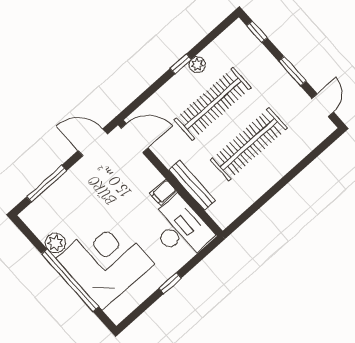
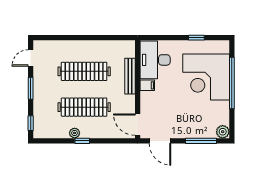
plant: (55, 243) -> (223, 132), moved
window: (170, 283) -> (196, 38), moved

